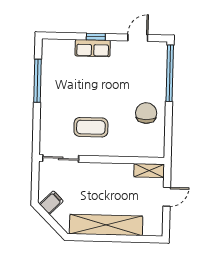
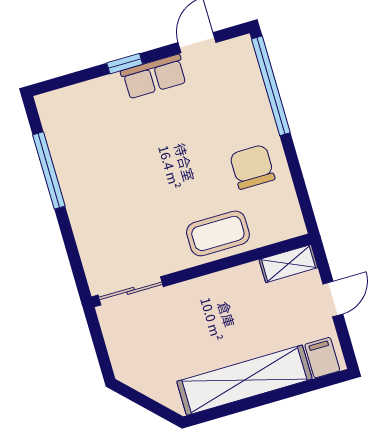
row of seats: (93, 48) -> (154, 76), moved
coffee table: (91, 127) -> (218, 233), moved
filing cabinet: (51, 203) -> (322, 358), moved, turned -45

